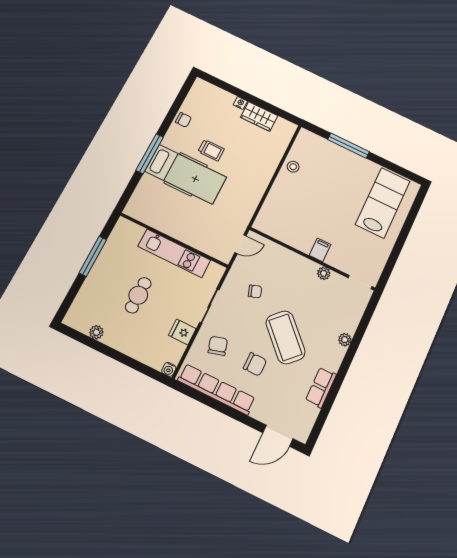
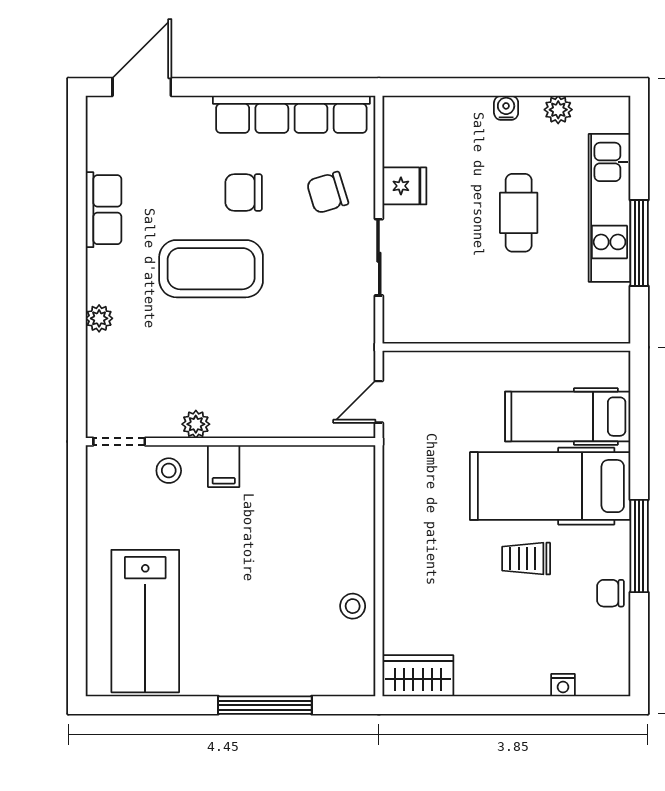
nightstand: (240, 103) -> (563, 685), moved
wardrobe: (259, 117) -> (418, 676), moved
window: (150, 154) -> (639, 546), moved
hospital bed: (163, 199) -> (568, 417), added
kitchen unit: (174, 253) -> (610, 208), moved, turned -90
stool: (344, 259) -> (169, 471), added
chair: (255, 291) -> (308, 326), removed
coffee table: (285, 337) -> (211, 269), turned -45
chair: (218, 346) -> (327, 193), turned 89
water cooler: (169, 369) -> (506, 108), moved

